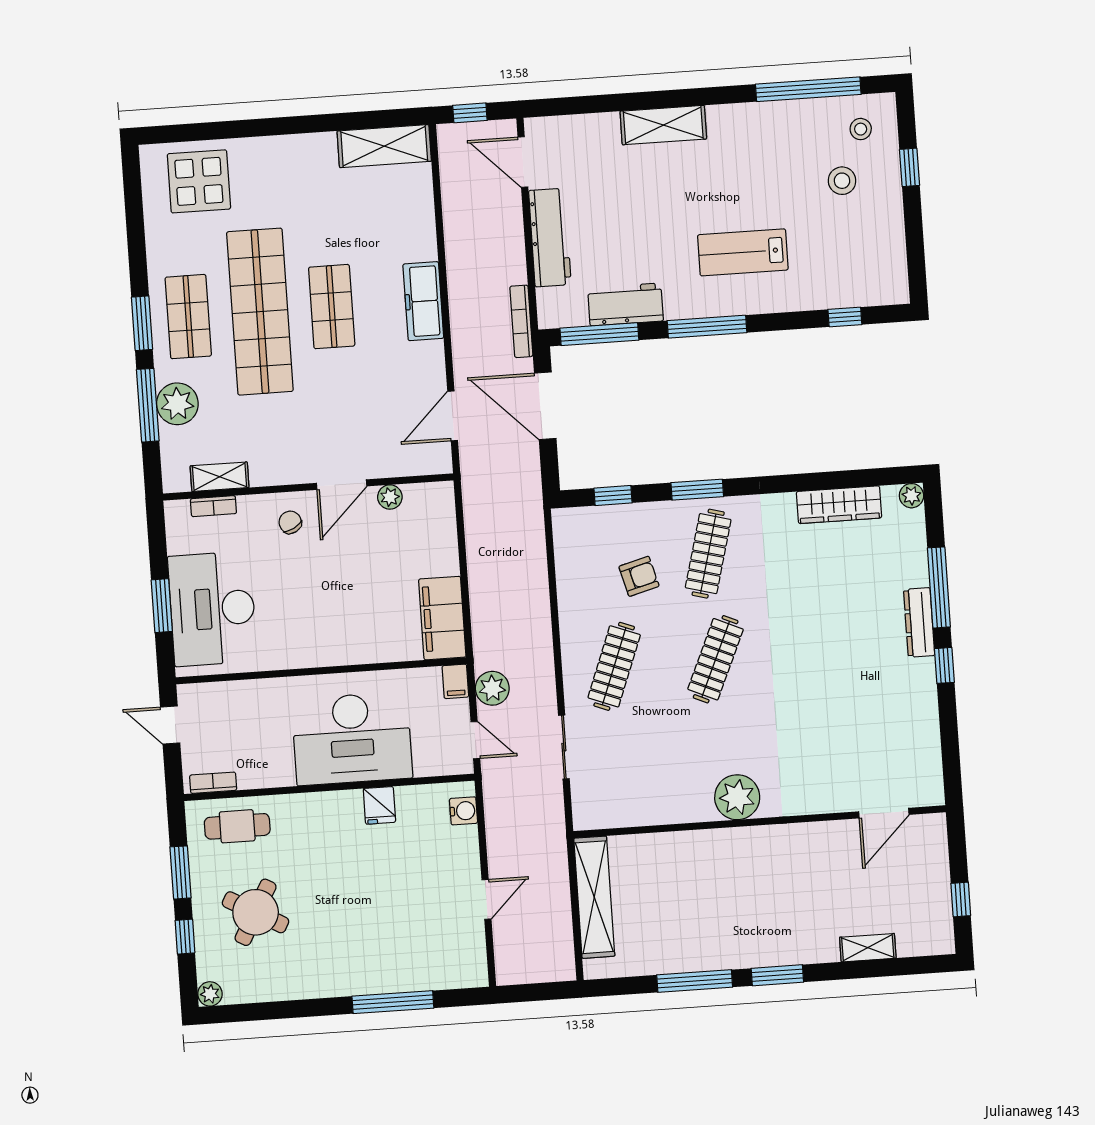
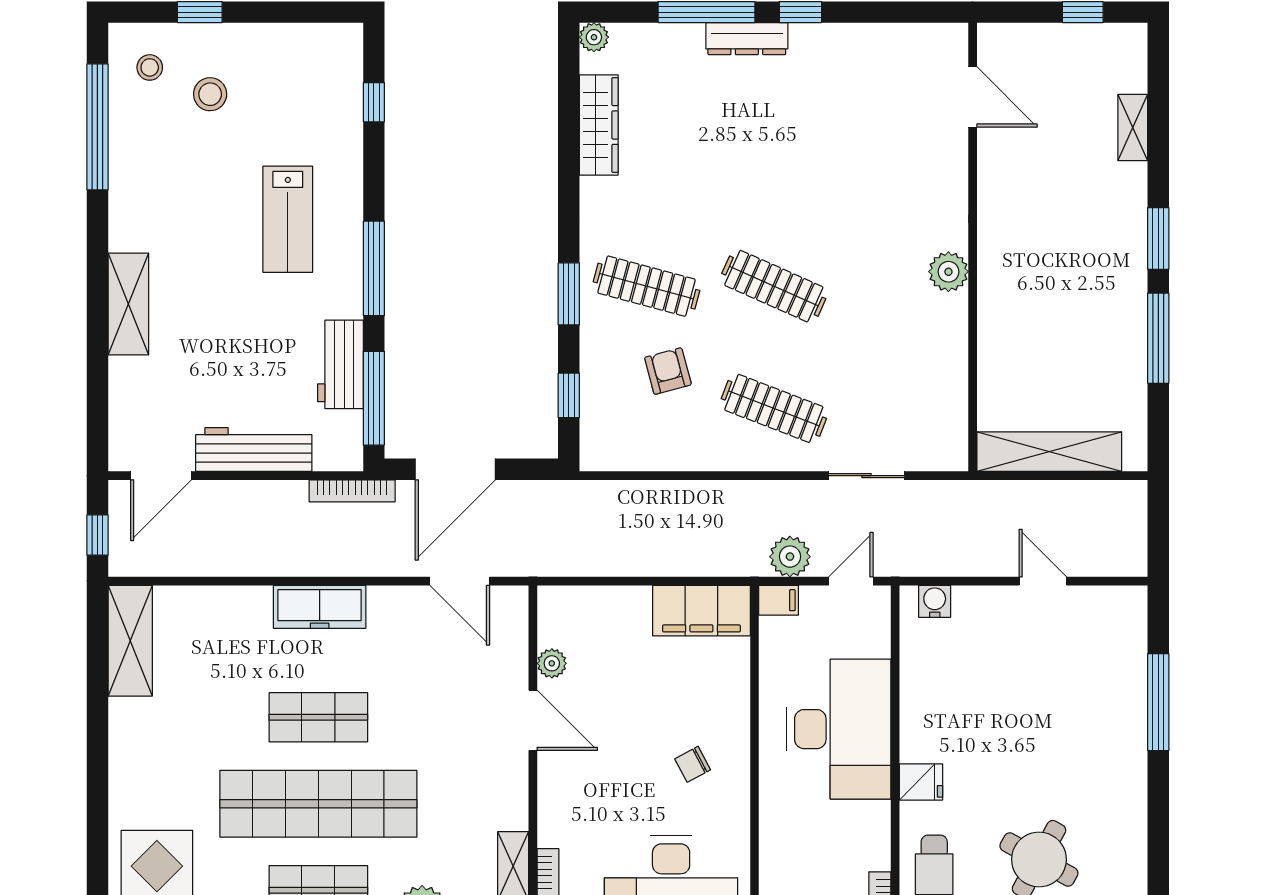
chair: (290, 522) -> (693, 764), moved
plant: (737, 797) -> (948, 272), width x0.73, depth x0.73
fridge: (379, 805) -> (921, 782), moved

